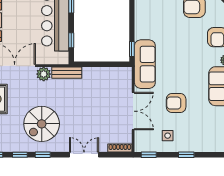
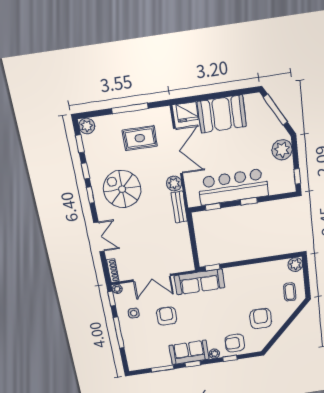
plant: (139, 147) -> (117, 289), added
window: (186, 155) -> (119, 333), width x2.17

